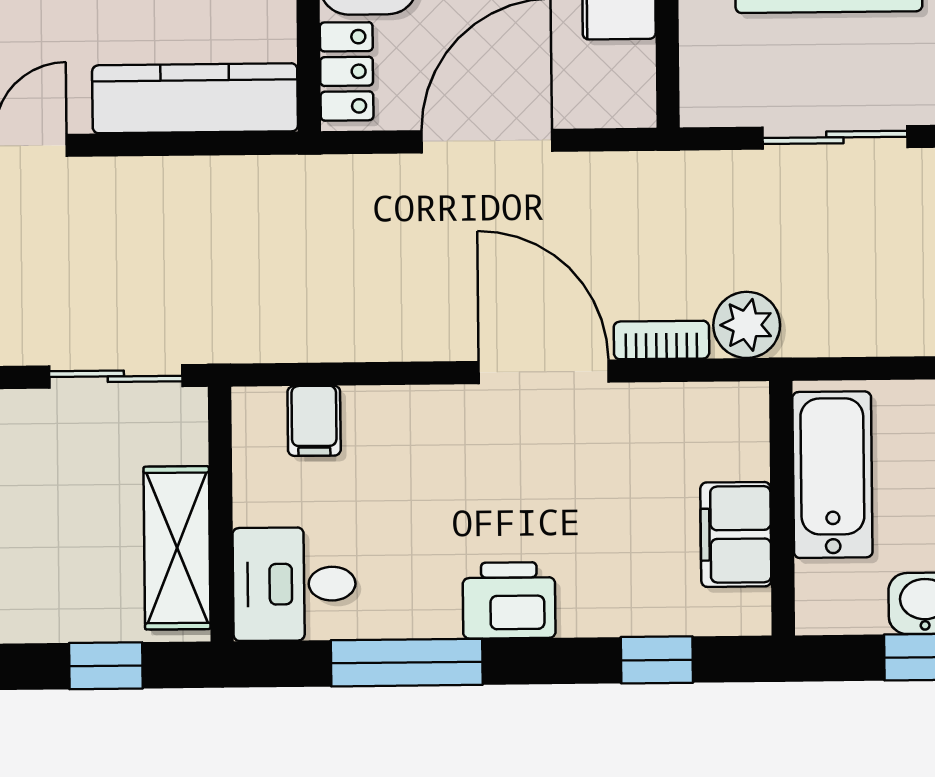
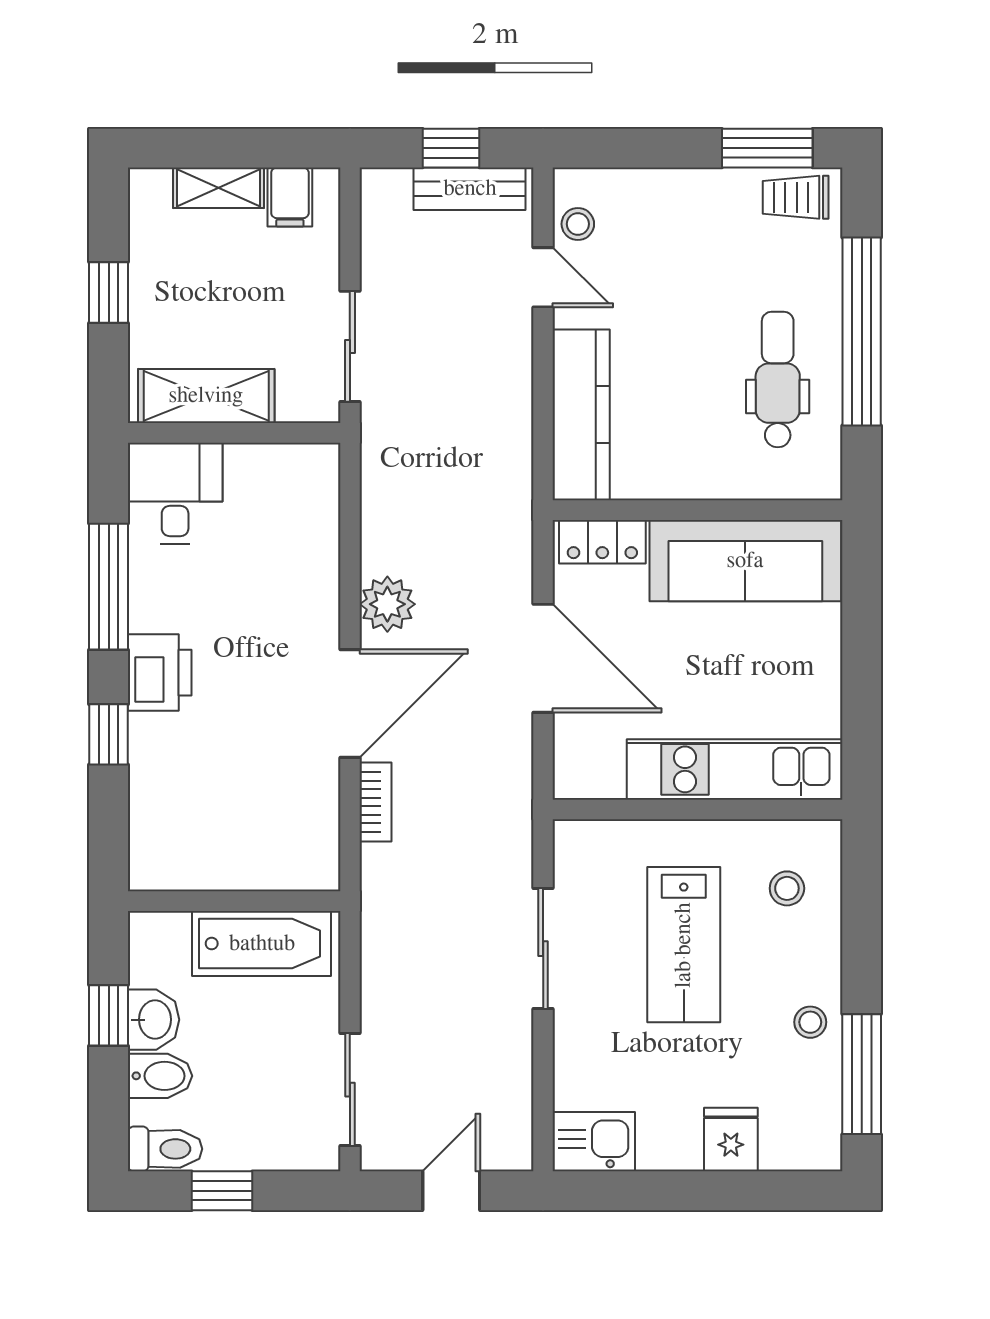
plant: (747, 325) -> (387, 604), moved
filing cabinet: (314, 421) -> (311, 511), removed
filing cabinet: (736, 534) -> (213, 862), removed
window: (657, 660) -> (109, 734), moved
window: (106, 666) -> (109, 293), moved

